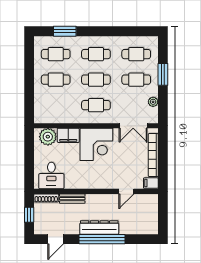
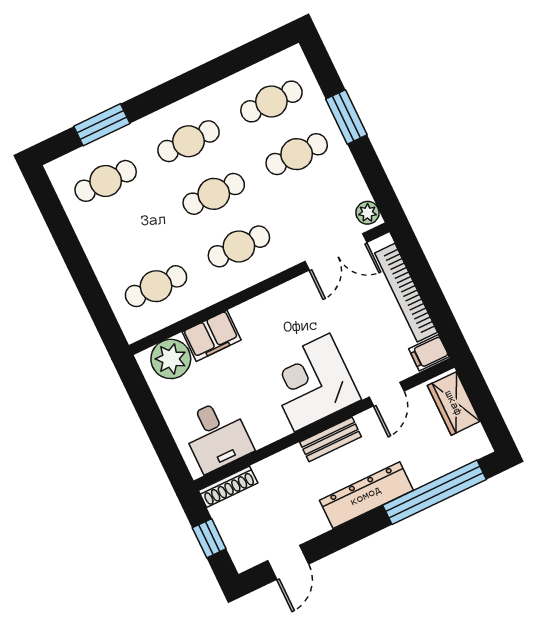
cafe table: (56, 80) -> (156, 286), moved
plant: (153, 102) -> (367, 213), moved
corner desk: (96, 144) -> (312, 383), moved, turned 180
bench: (72, 199) -> (330, 439), moved
wardrobe: (151, 208) -> (454, 403), added
window: (102, 239) -> (434, 492), moved

